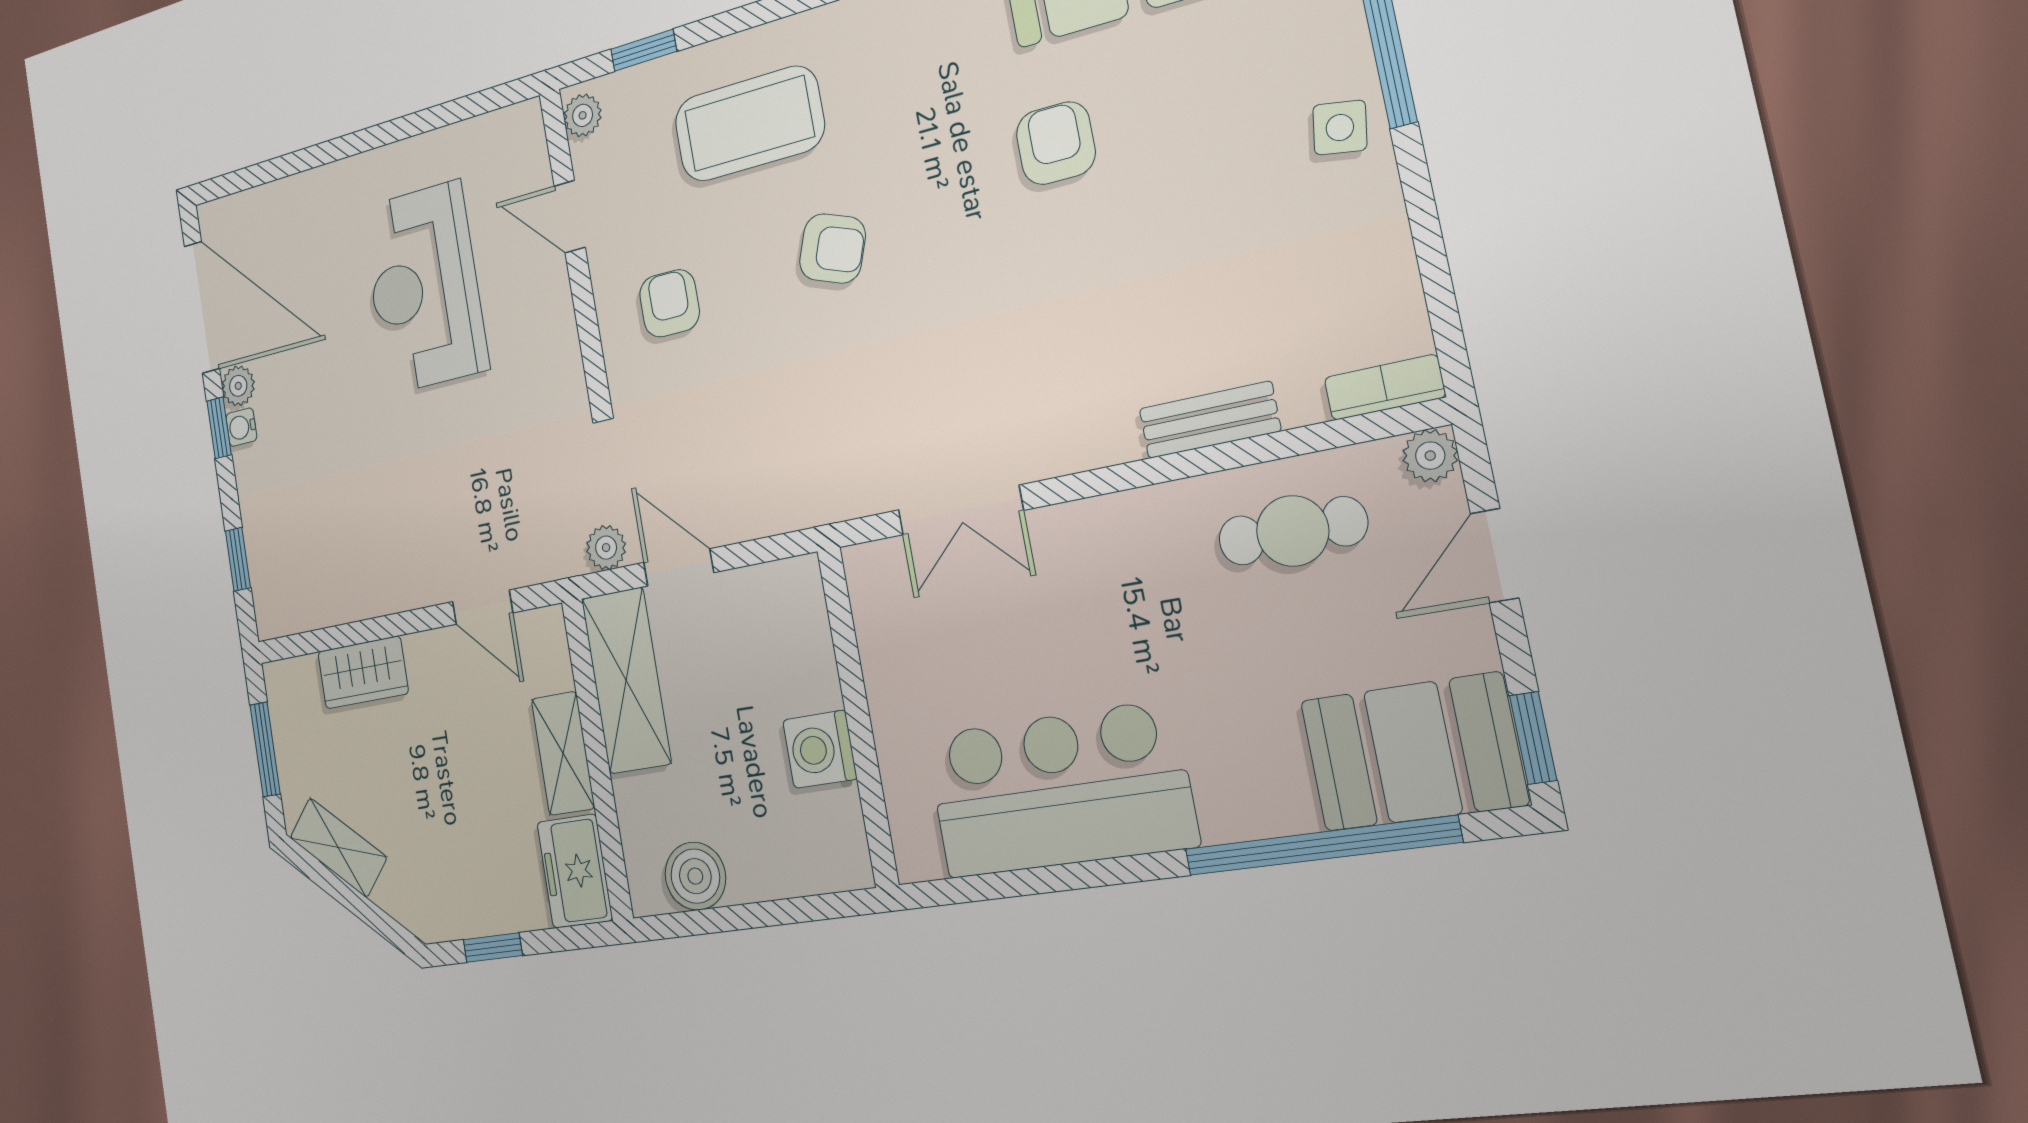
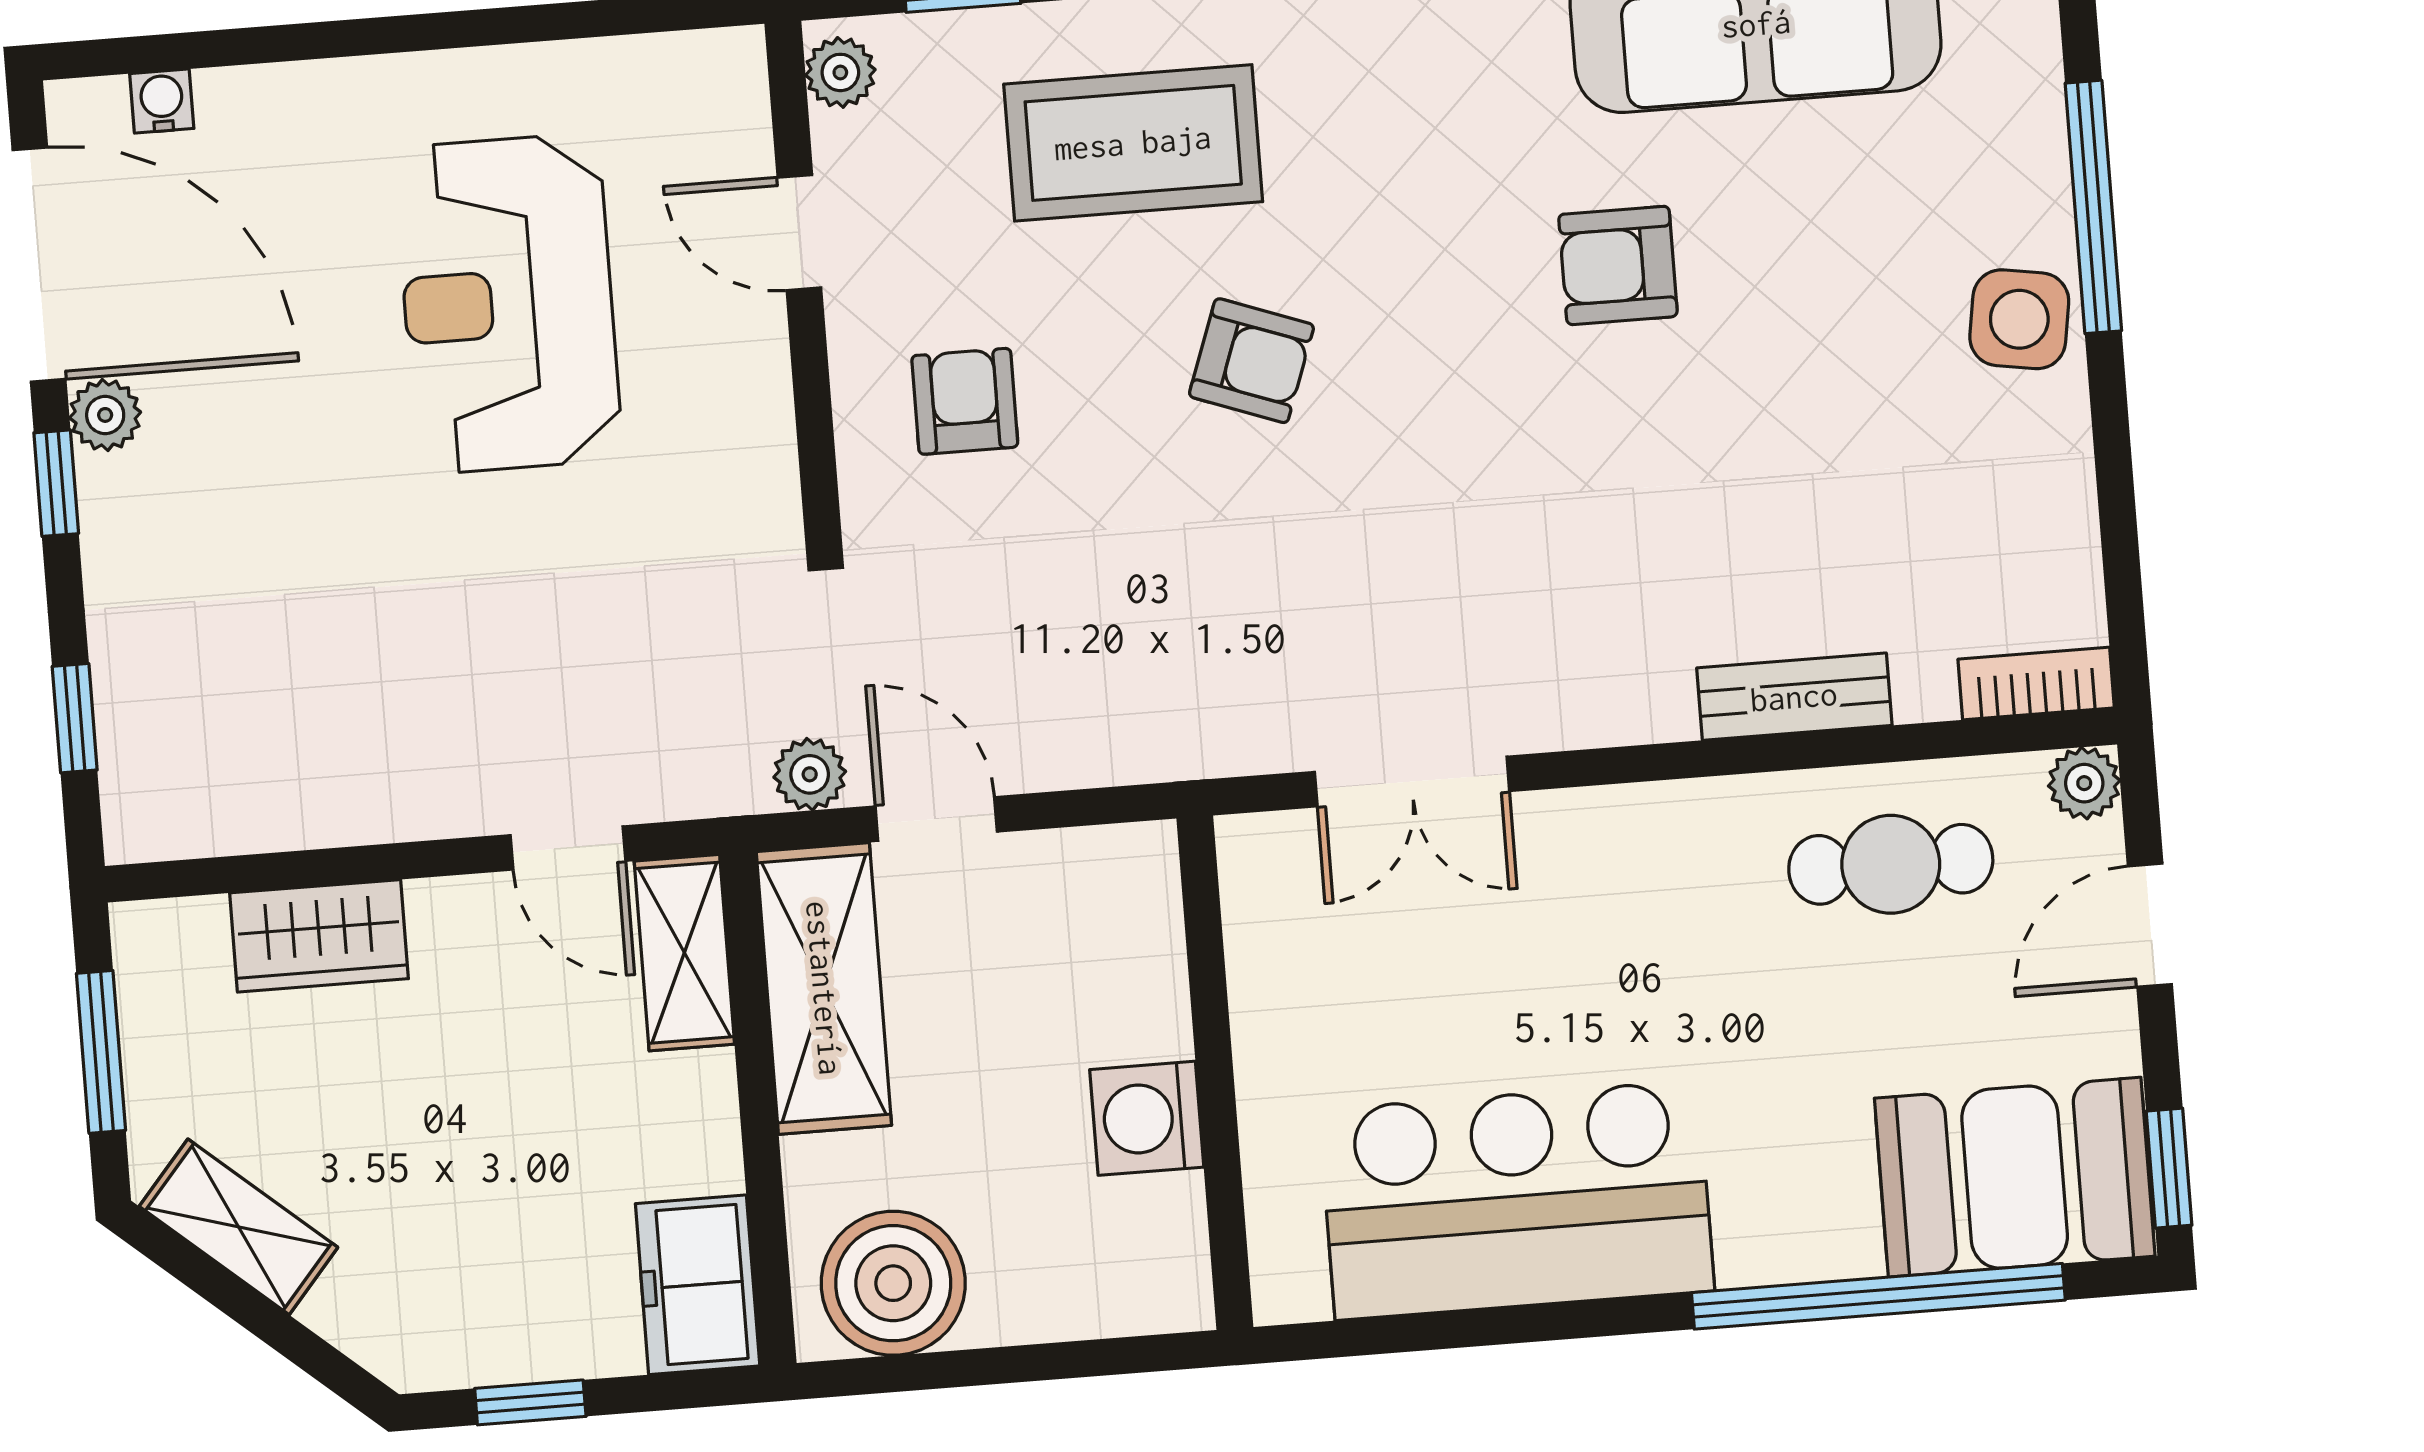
side table: (1340, 128) -> (2019, 319), width x1.37, depth x1.37
armchair: (1056, 143) -> (1618, 265), turned -90
water cooler: (241, 427) -> (162, 101), moved, turned 90
shelving: (563, 753) -> (684, 953), moved
boiler: (695, 876) -> (893, 1283), width x1.37, depth x1.37

